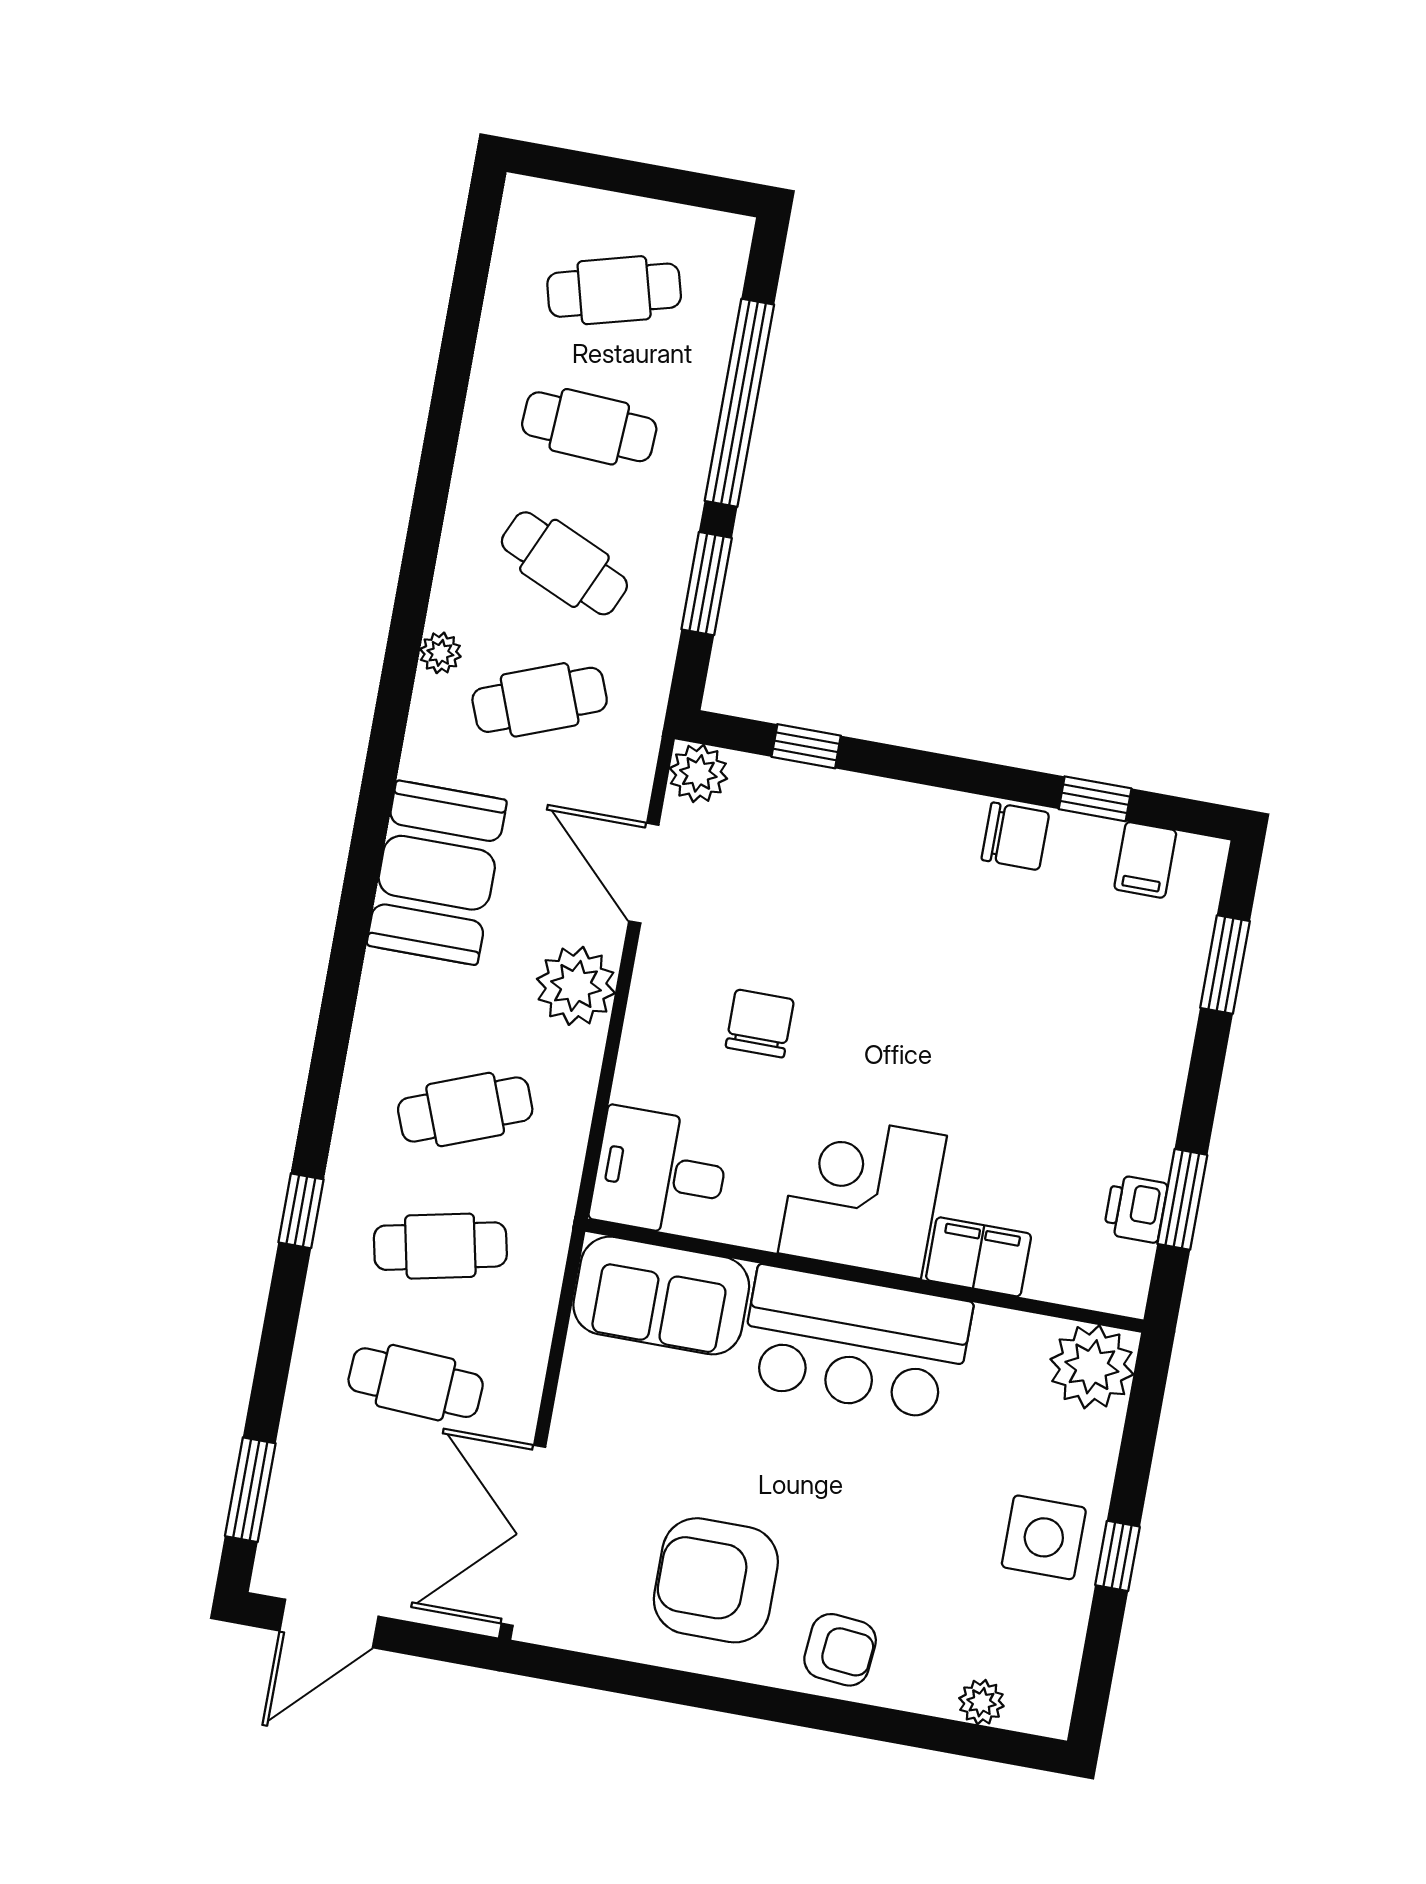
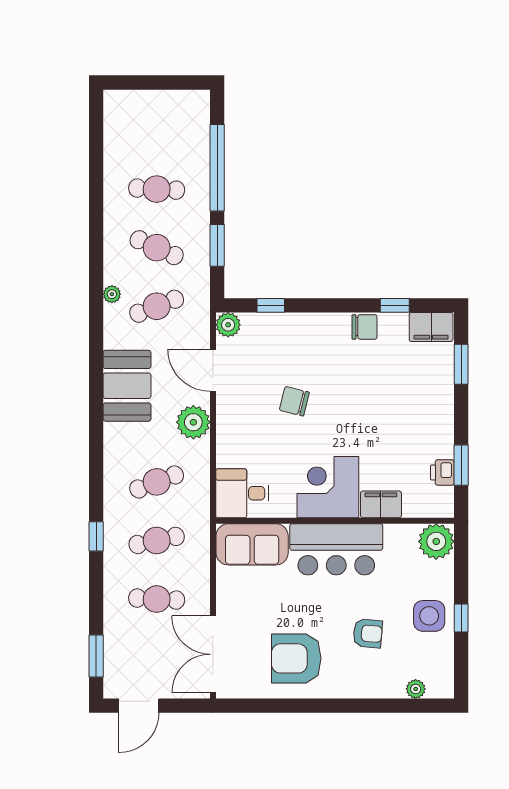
cafe table: (614, 290) -> (157, 131), removed
filing cabinet: (1145, 860) -> (431, 327), width x2.00
chair: (760, 1023) -> (294, 401), moved, turned -76
armchair: (840, 1650) -> (368, 633), moved

